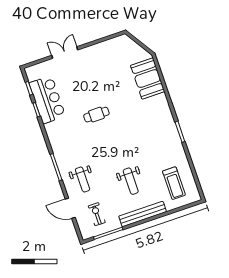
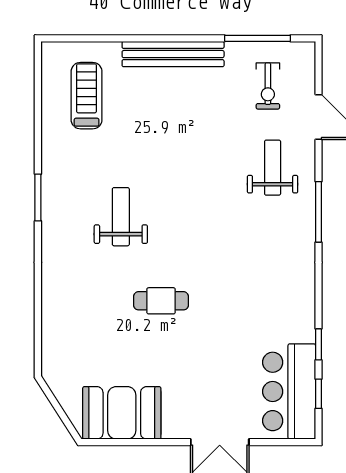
booth: (148, 79) -> (122, 413), moved, turned 90
bar counter: (47, 100) -> (289, 391), moved
cafe table: (96, 115) -> (161, 301), moved
weight bench: (131, 181) -> (121, 217), moved

